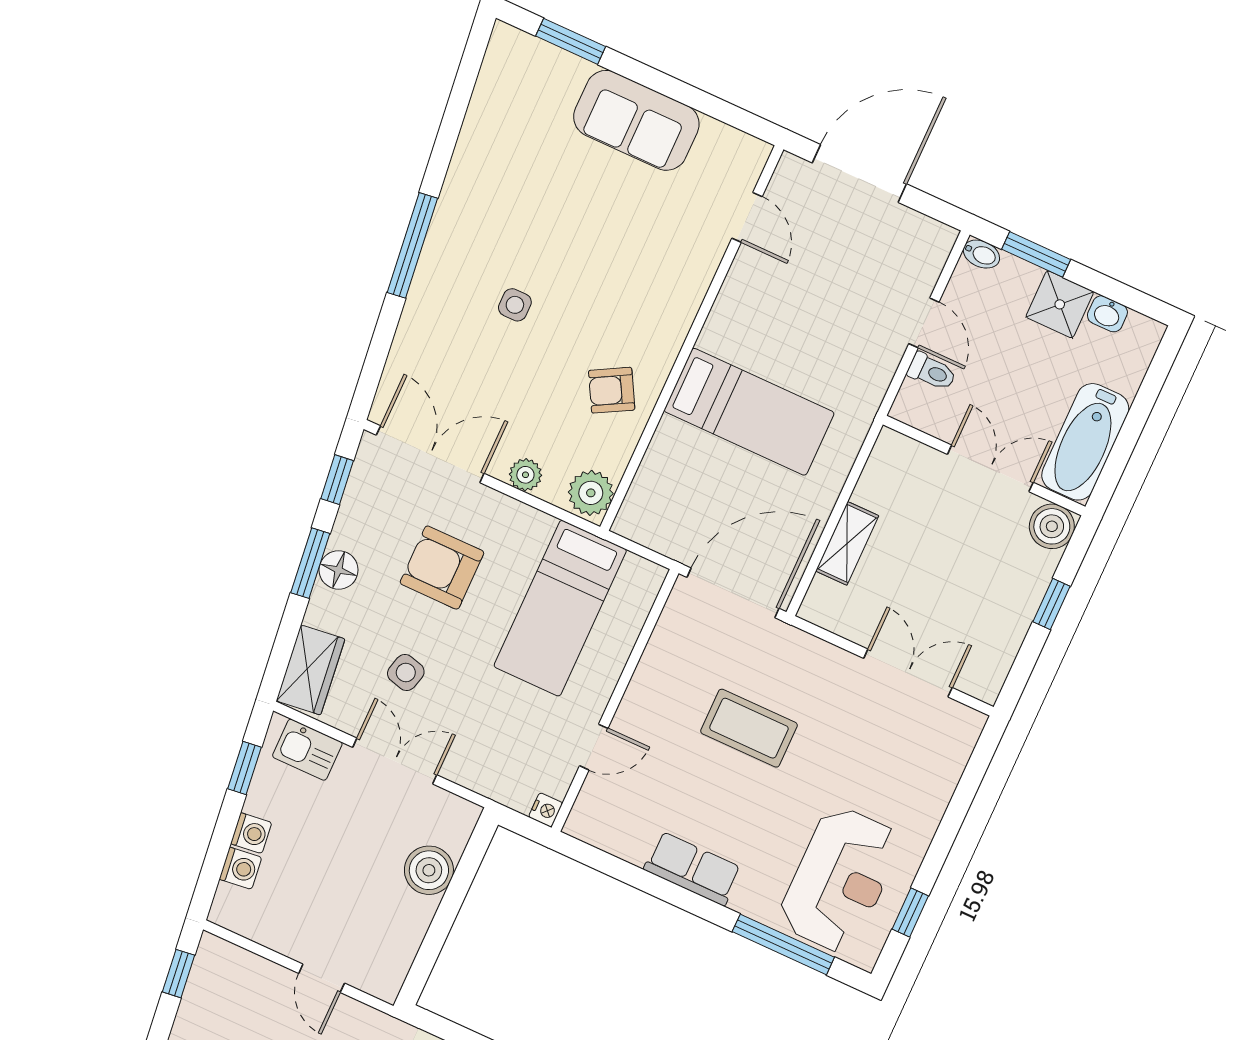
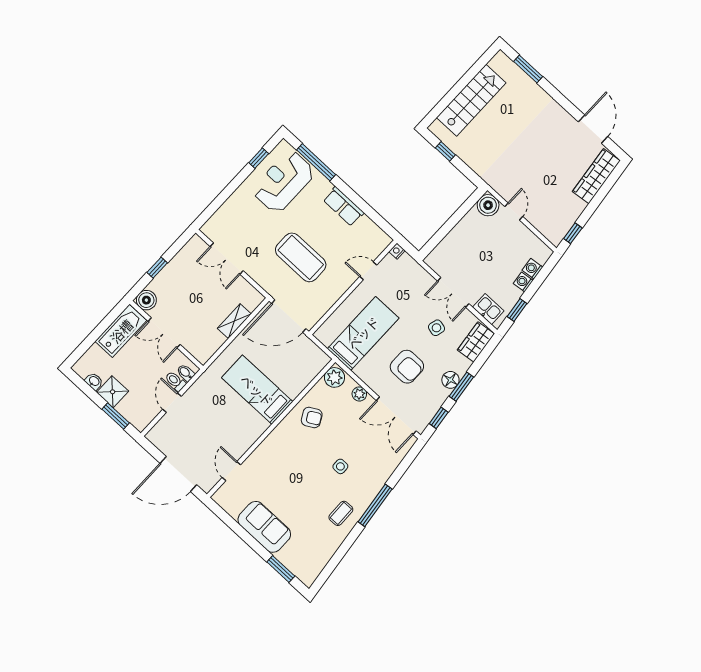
coffee table: (480, 204) -> (341, 513), added
bidet: (981, 254) -> (186, 373), moved
coffee table: (749, 728) -> (301, 257), width x1.36, depth x1.32
boiler: (429, 870) -> (488, 205), moved

